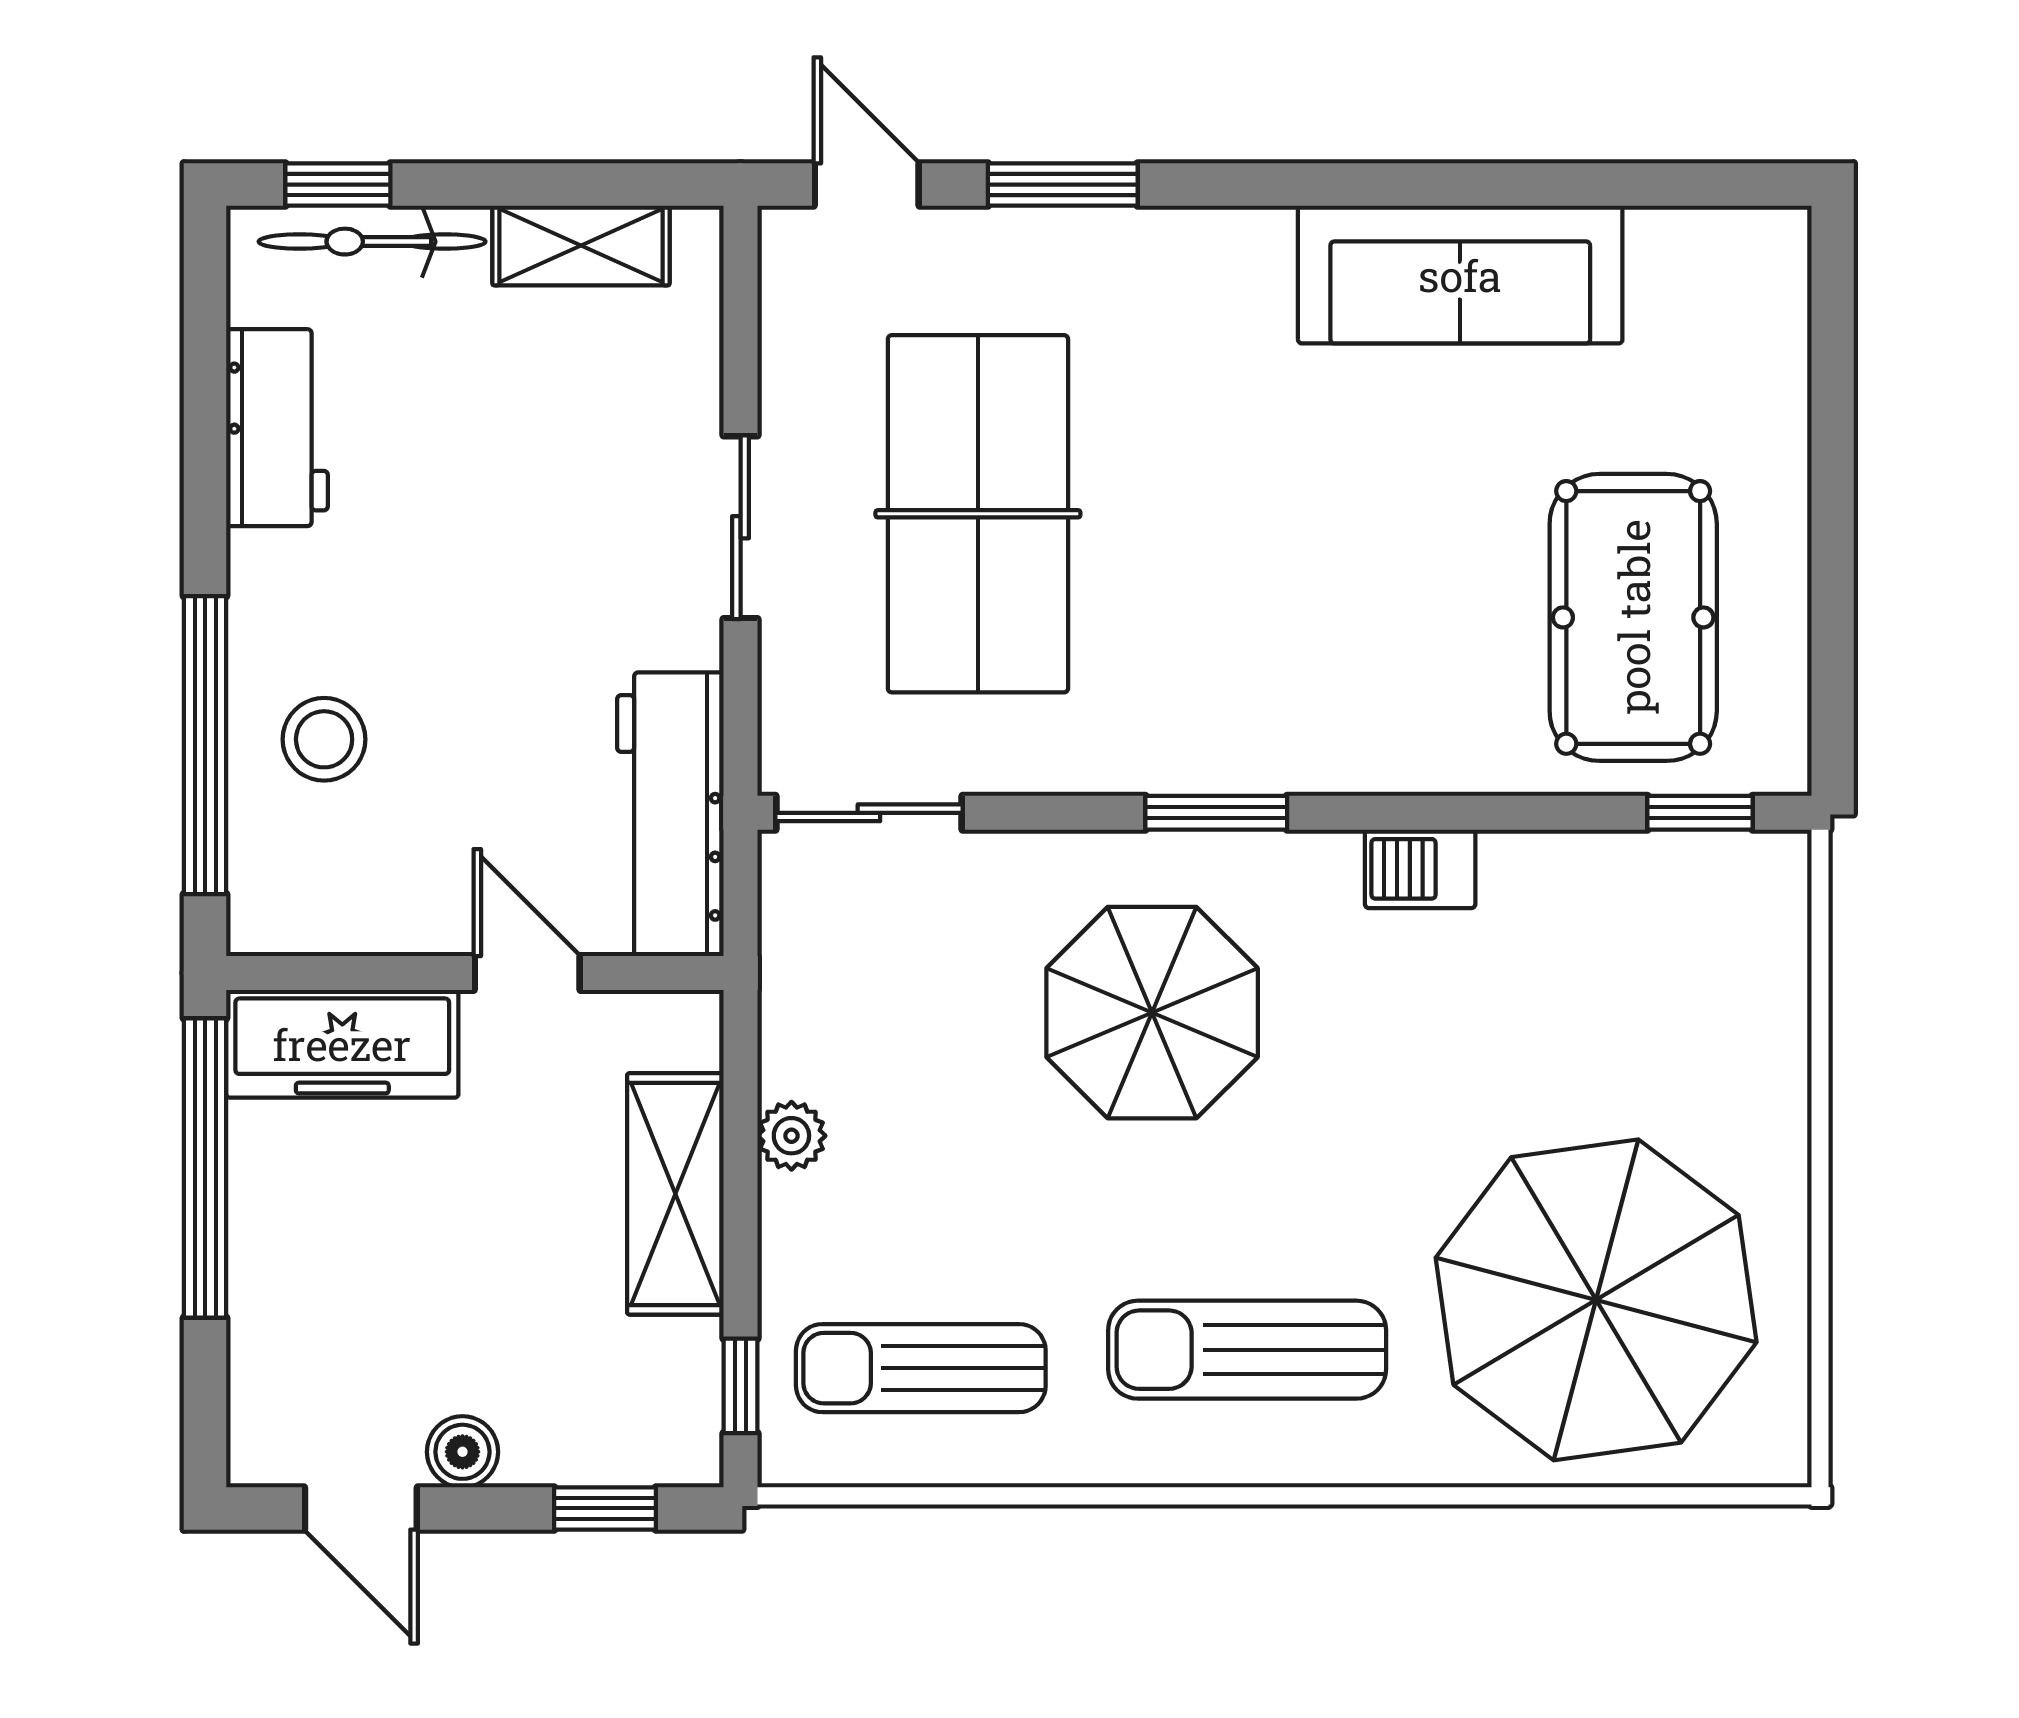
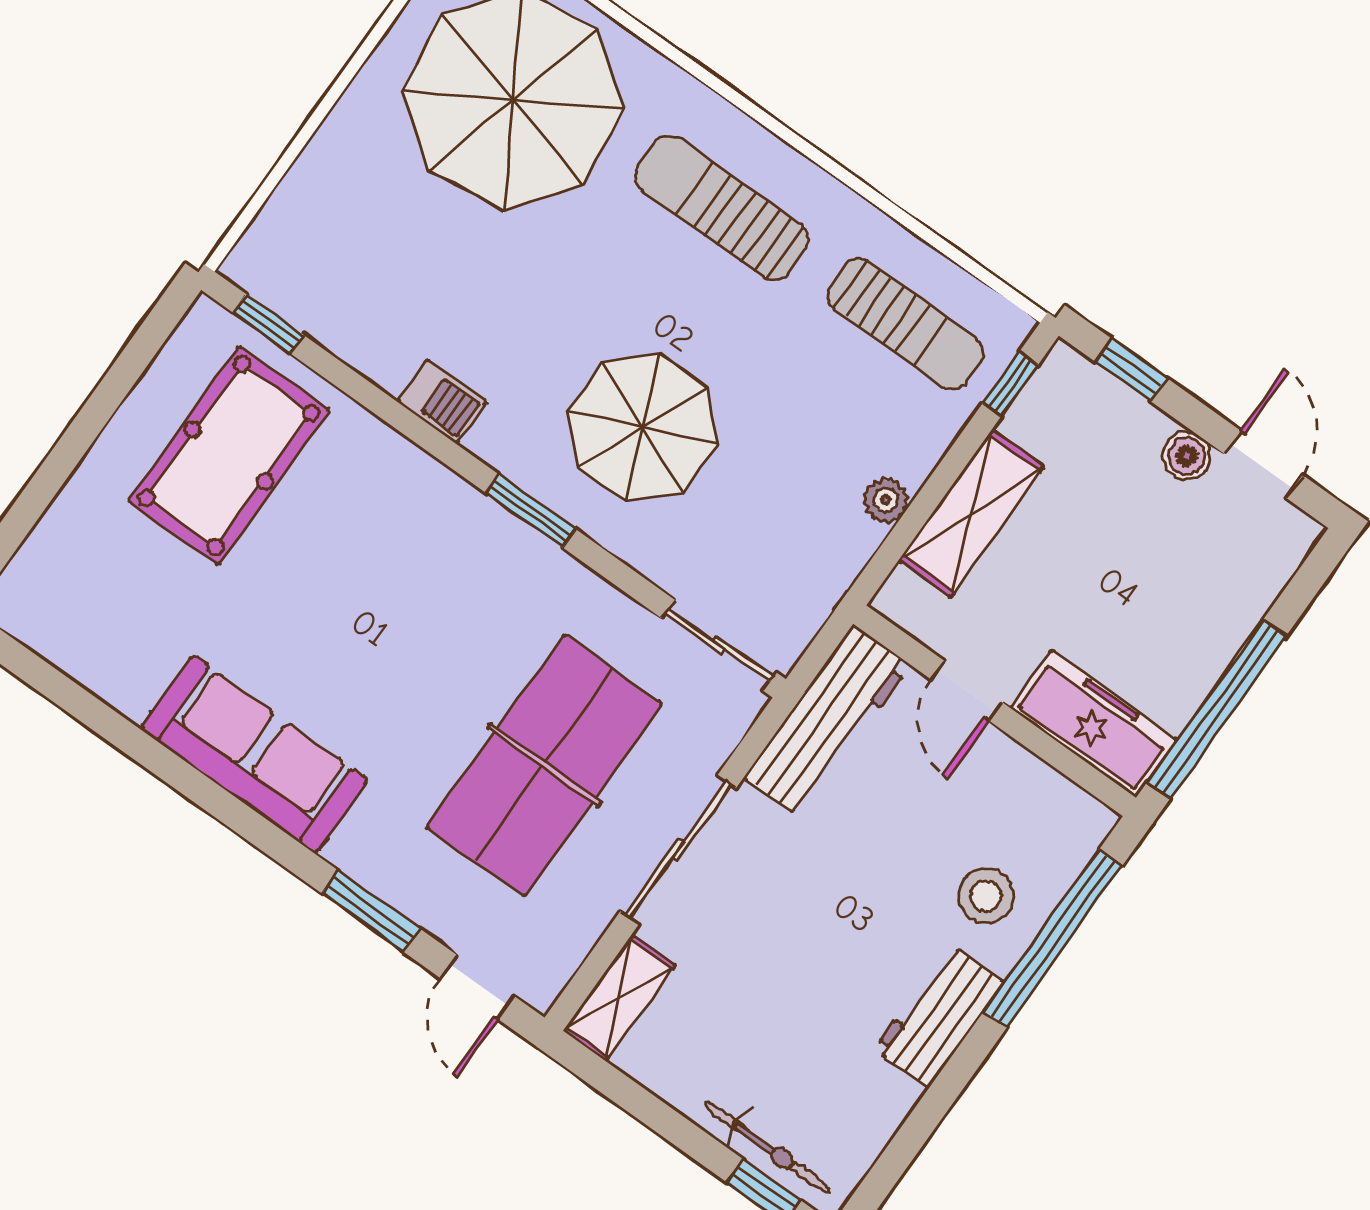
shelving: (581, 246) -> (619, 998), moved, turned 90
sofa: (1460, 275) -> (254, 754), moved
workbench: (277, 428) -> (939, 1016), moved
sliding door: (741, 527) -> (678, 850), width x1.37
sun lounger: (1247, 1350) -> (722, 208), turned 180

